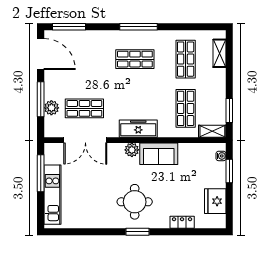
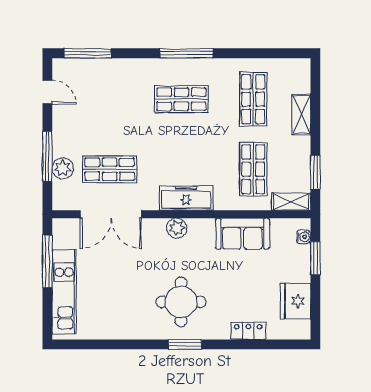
shelving: (219, 53) -> (301, 115), moved
door: (41, 54) -> (47, 92), width x0.53
sofa: (159, 154) -> (242, 234), moved

